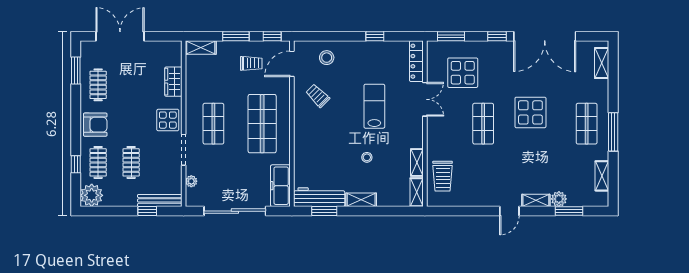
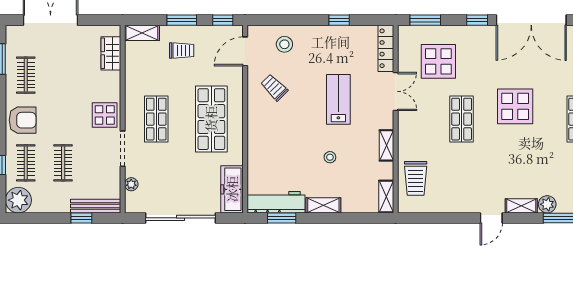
trolley: (251, 63) -> (182, 50), moved
wardrobe: (173, 82) -> (111, 53), moved
shelving: (417, 163) -> (386, 145), moved

